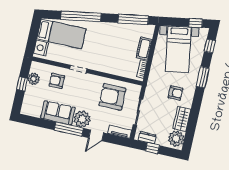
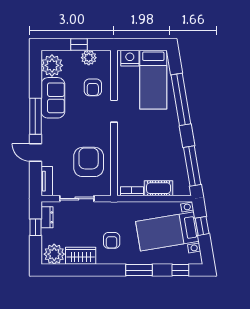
window: (196, 23) -> (202, 226), moved
armchair: (57, 81) -> (93, 87), turned 180
plant: (82, 119) -> (52, 65), moved

